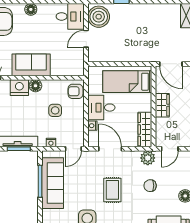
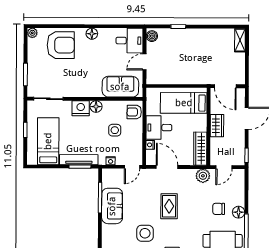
boiler: (99, 17) -> (152, 36), width x0.54, depth x0.54
sofa: (31, 65) -> (120, 87), moved
sofa: (53, 183) -> (112, 206), width x0.73
chair: (150, 186) -> (219, 209), moved

